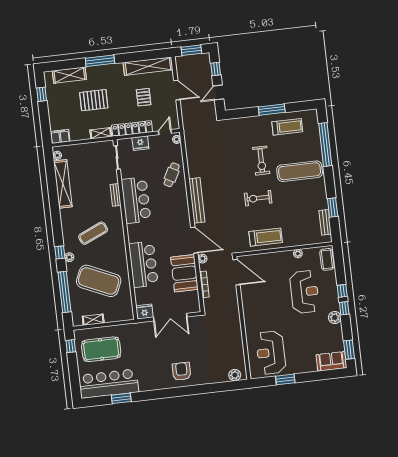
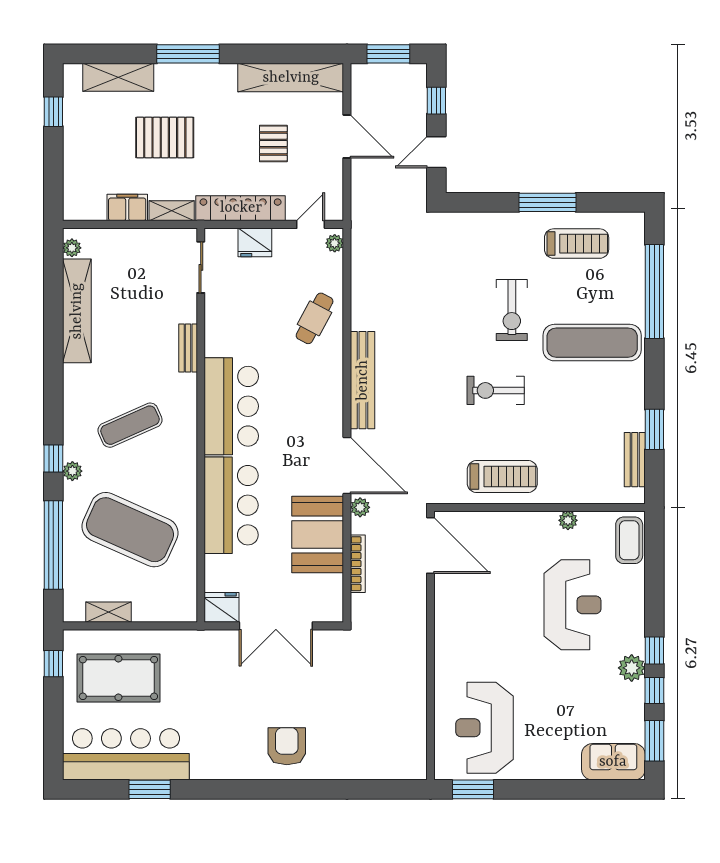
filing cabinet: (60, 136) -> (127, 207), moved
bar counter: (136, 200) -> (231, 406), moved
window: (342, 291) -> (654, 691), moved
plant: (235, 375) -> (401, 767), removed
window: (285, 379) -> (473, 789), moved

